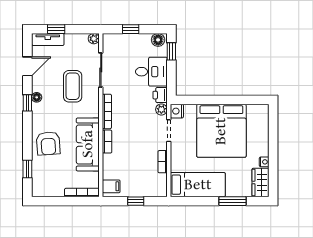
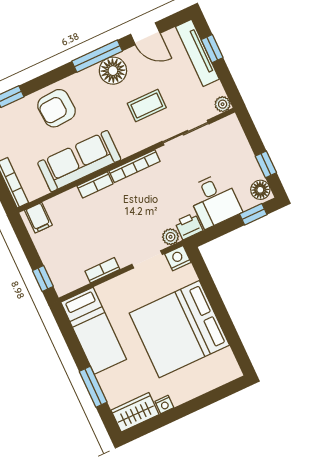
window: (131, 29) -> (266, 164), moved
tv unit: (48, 39) -> (197, 53), width x1.41
coffee table: (73, 86) -> (147, 105), width x0.73, depth x0.77
floor lamp: (37, 97) -> (113, 71), width x1.89, depth x1.89
window: (27, 103) -> (97, 56), width x2.17
window: (136, 201) -> (43, 279), moved

